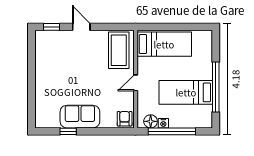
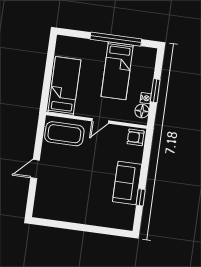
window: (51, 27) -> (31, 200), removed
door: (136, 83) -> (100, 121), hinge flipped
window: (172, 131) -> (155, 91), width x0.47

